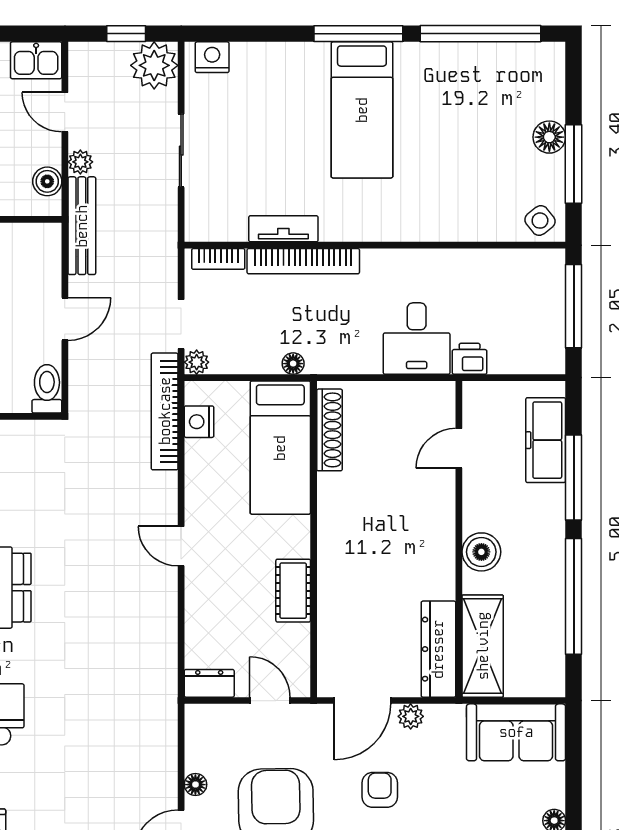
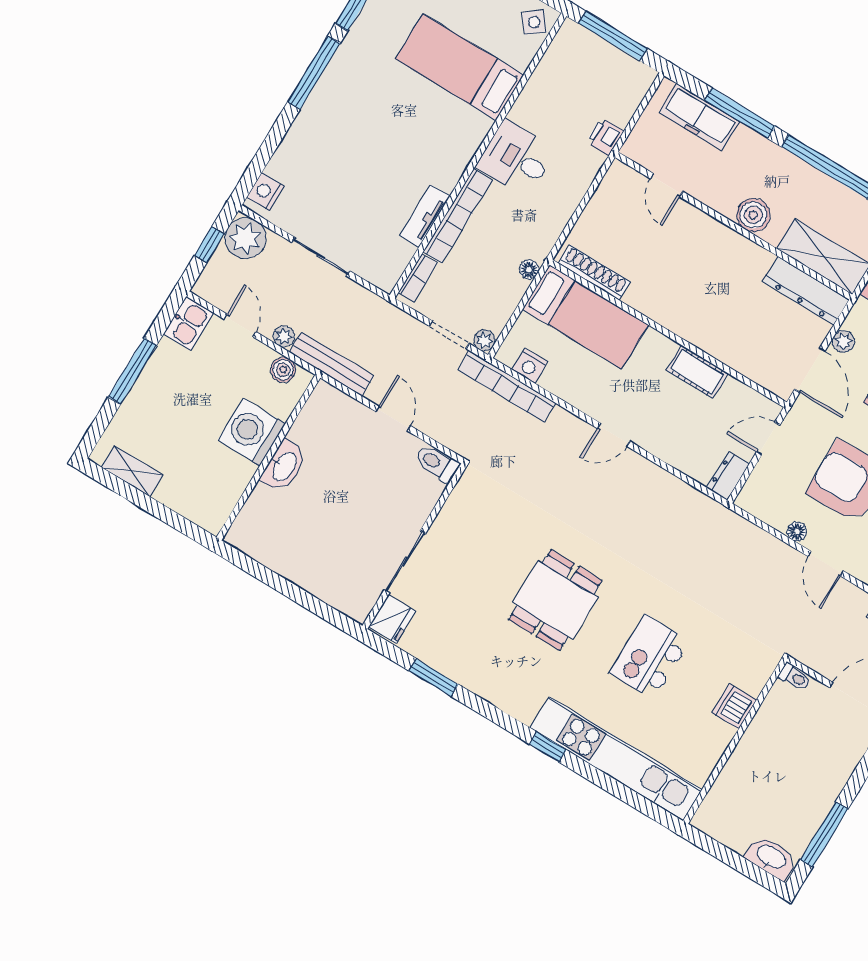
bed: (362, 110) -> (460, 67), moved, turned 180
door: (65, 112) -> (240, 325), swing flipped
desk: (417, 339) -> (516, 158), moved, turned 180

